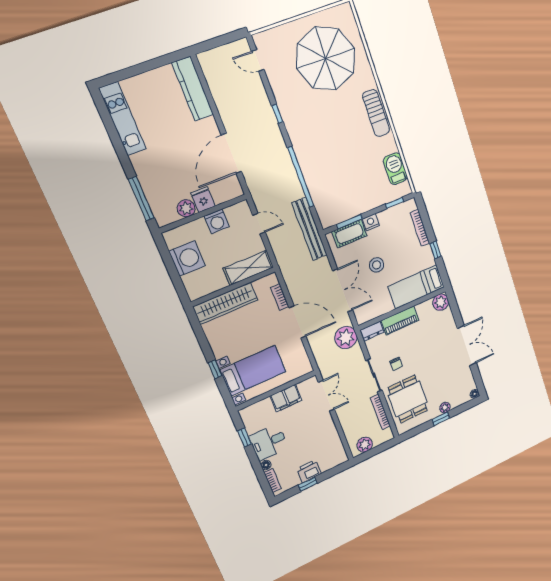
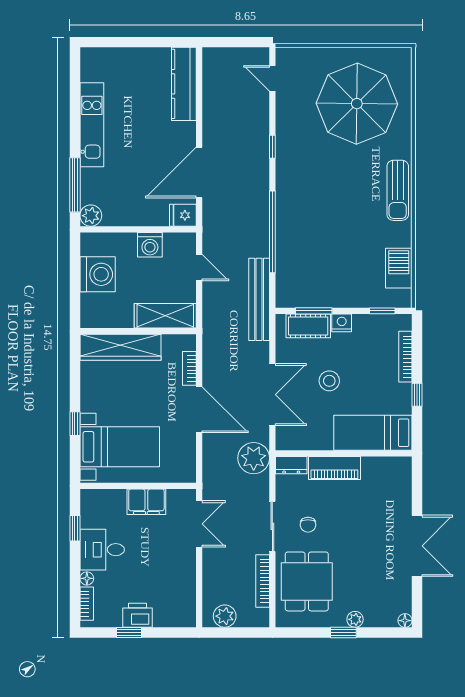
kitchen unit: (122, 119) -> (92, 125), moved
fridge: (203, 200) -> (183, 215), moved, turned -90
plant: (186, 208) -> (91, 216), moved
plant: (441, 302) -> (400, 468), removed

